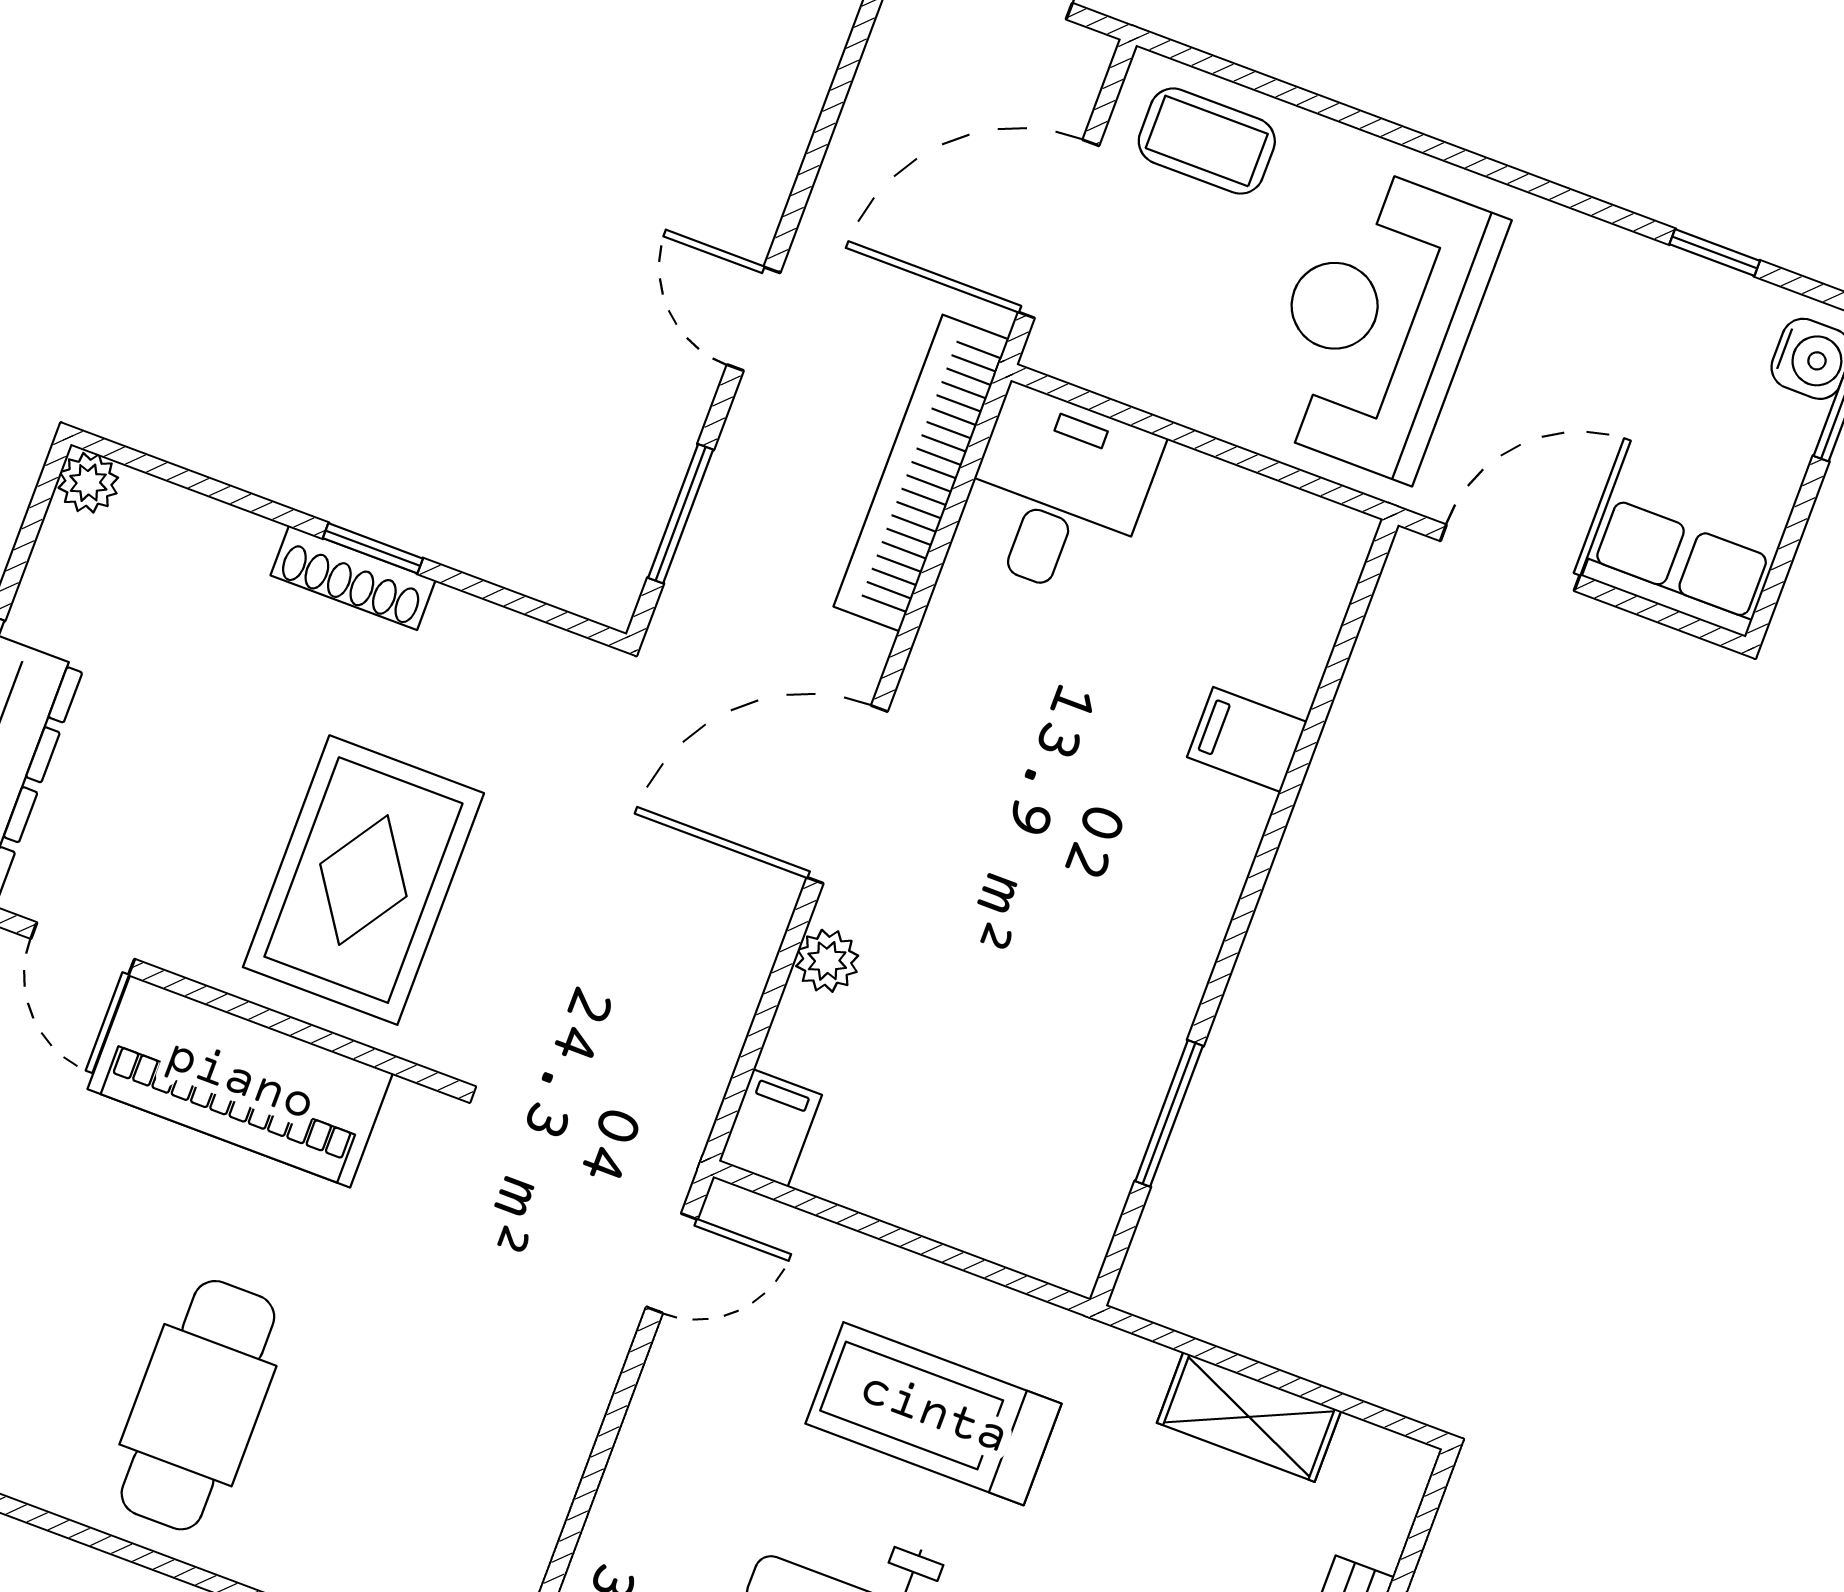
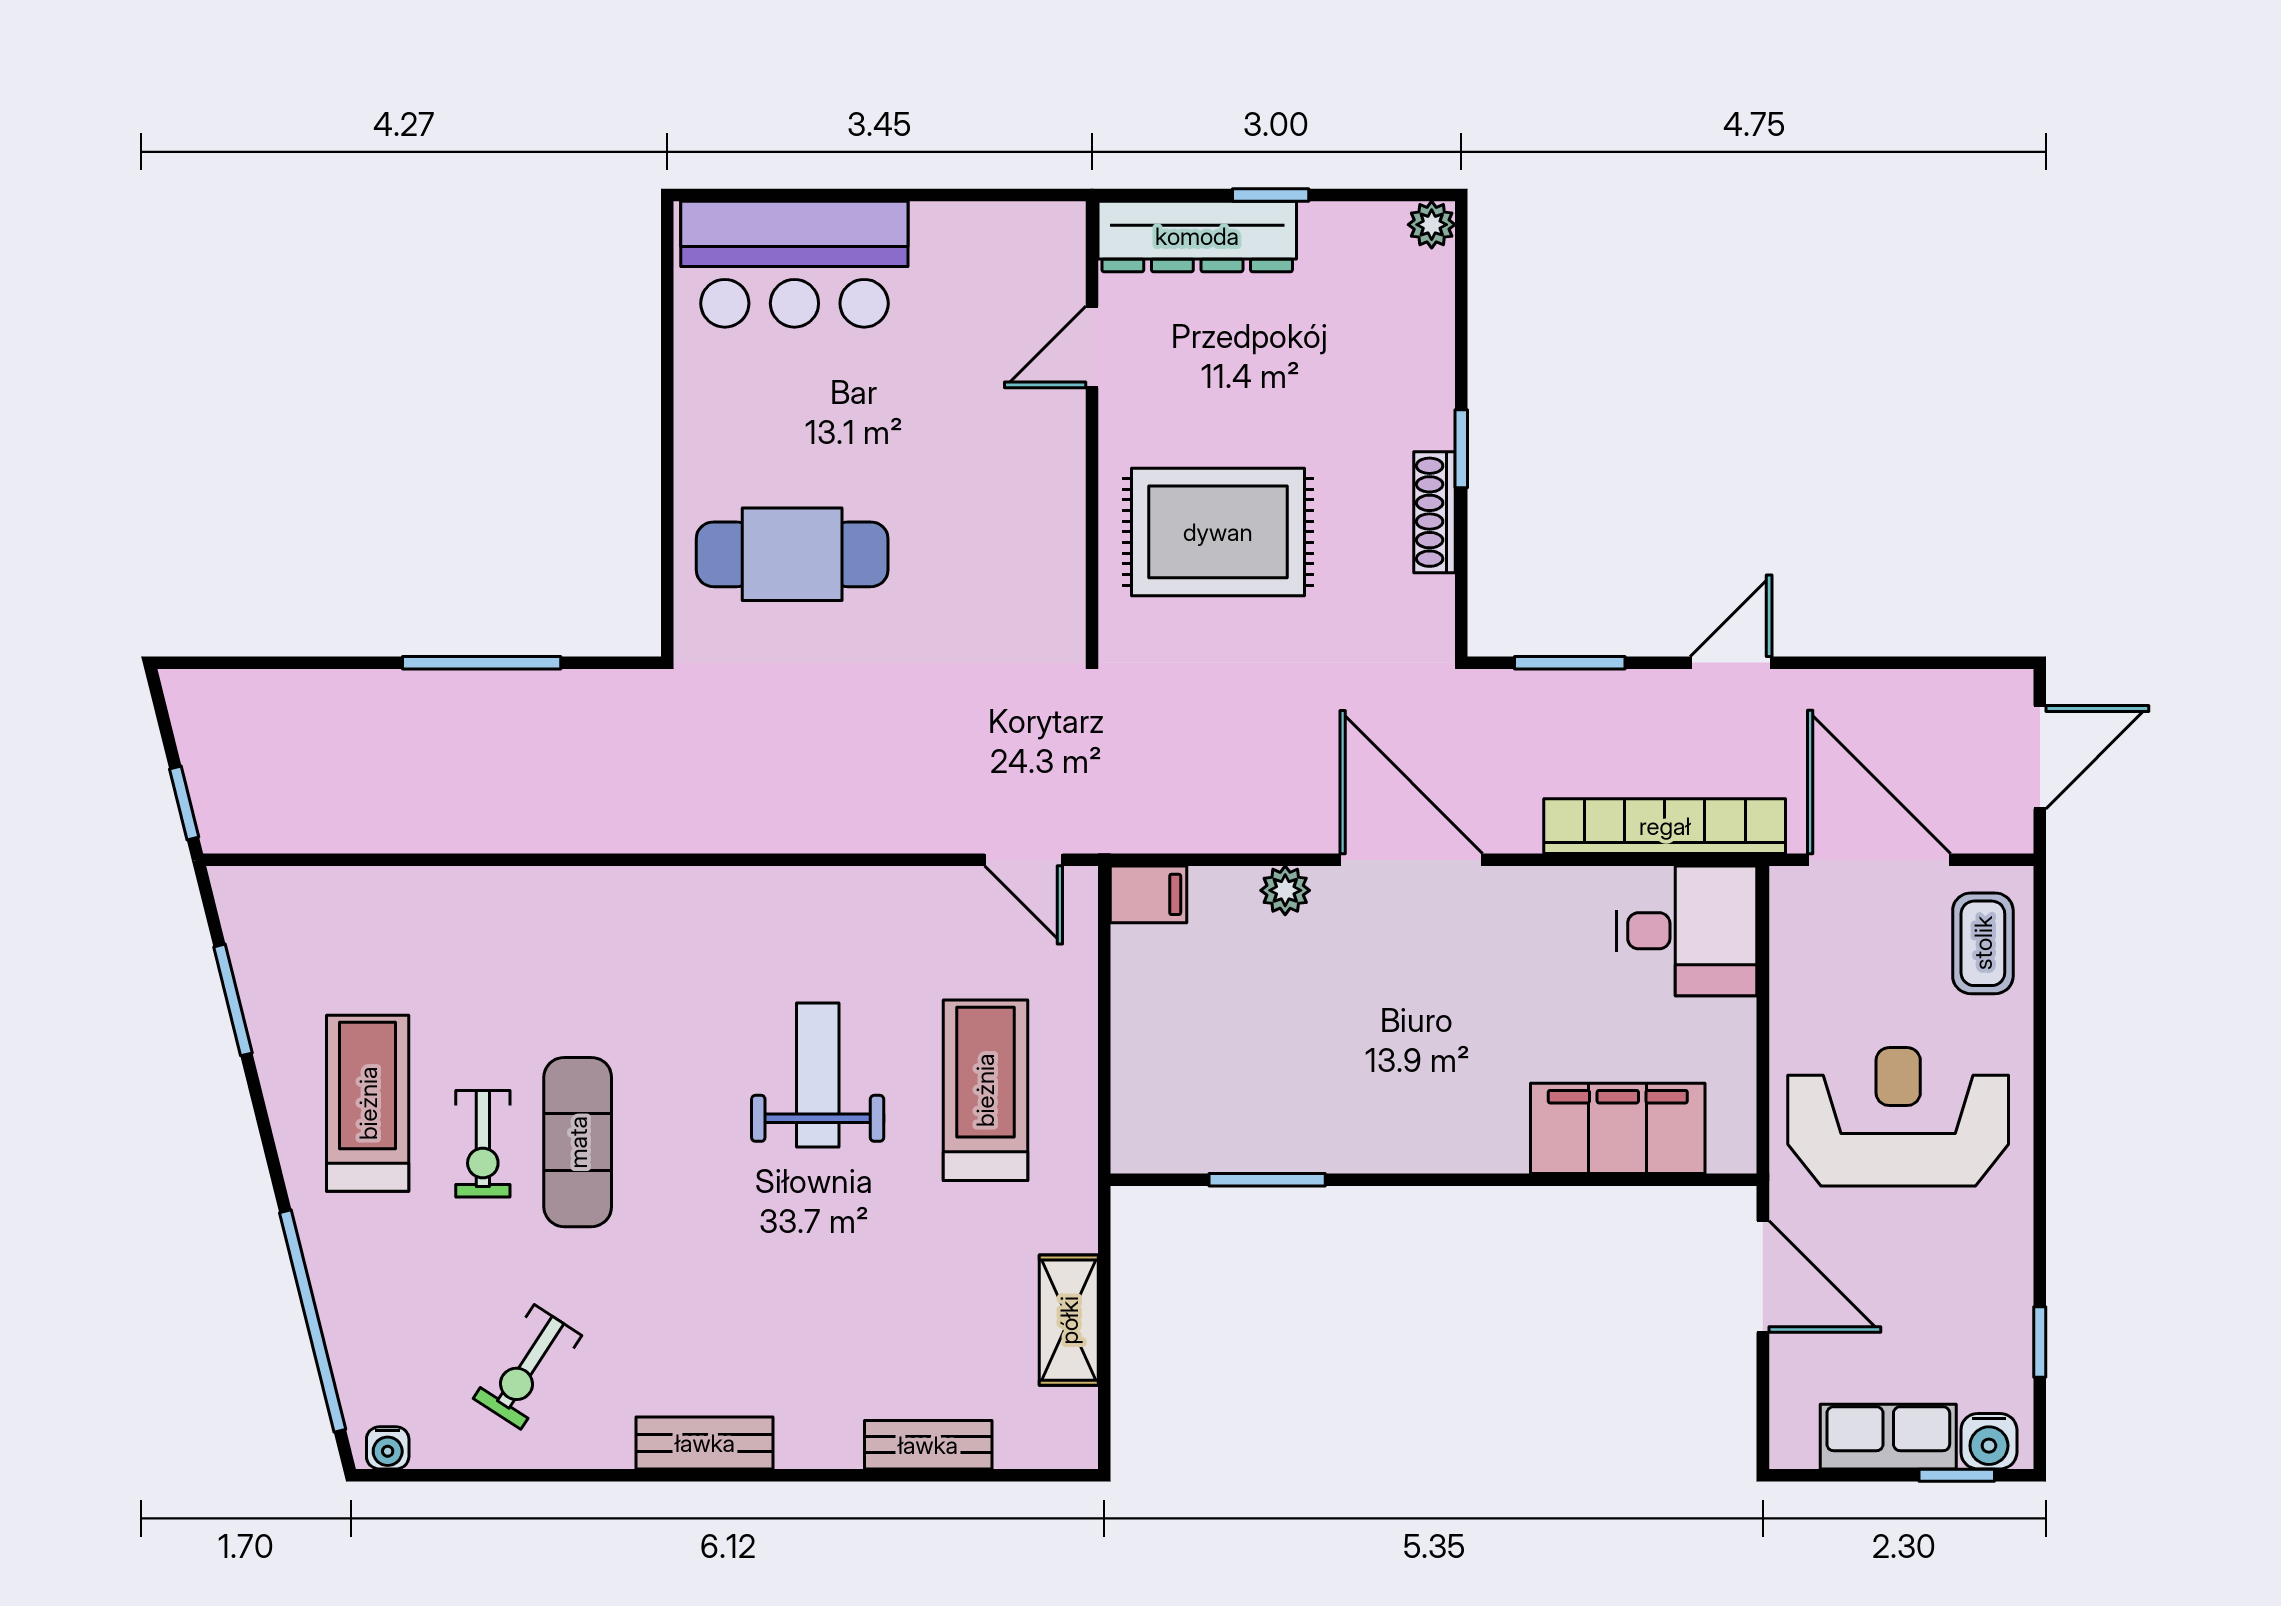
row of seats: (1678, 567) -> (1888, 1437), moved, turned -90
shoe rack: (353, 578) -> (1434, 512), moved
filing cabinet: (1247, 740) -> (1618, 1128), width x3.00, depth x1.17
piano: (240, 1081) -> (1039, 497), removed

